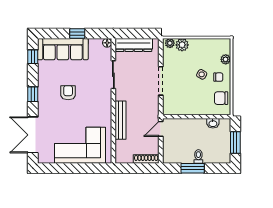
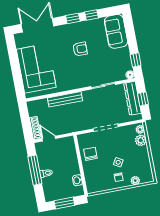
window: (77, 33) -> (136, 60), moved
window: (137, 33) -> (143, 99), added
sofa: (63, 49) -> (116, 31), width x0.73
window: (33, 57) -> (91, 15), moved
chair: (221, 98) -> (90, 154), moved
door: (161, 129) -> (49, 139), moved
window: (193, 168) -> (35, 170), width x1.44

